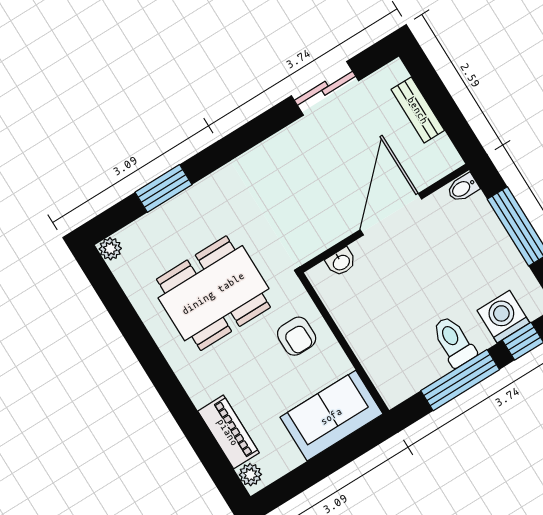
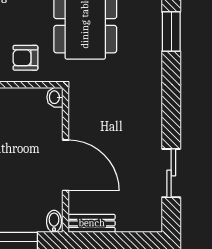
bench: (418, 110) -> (92, 223), moved
washbasin: (341, 262) -> (55, 97), moved

